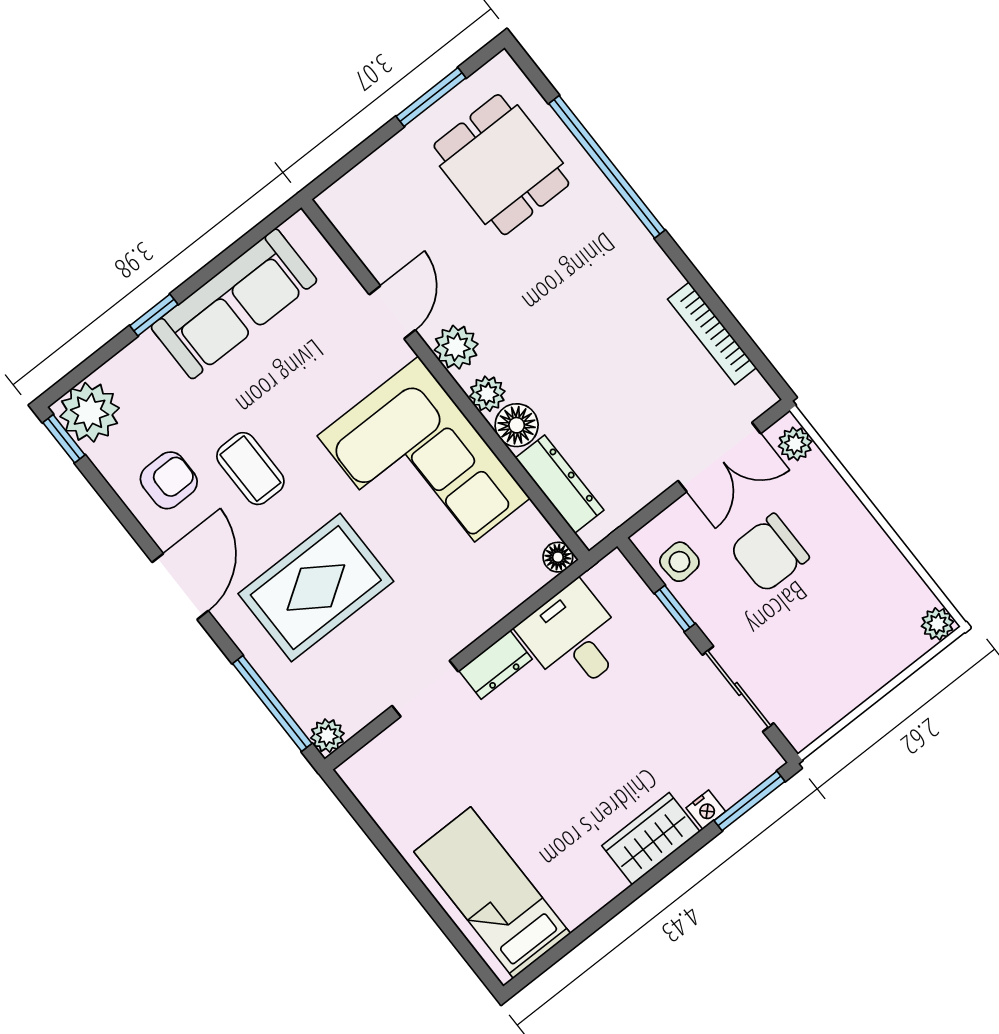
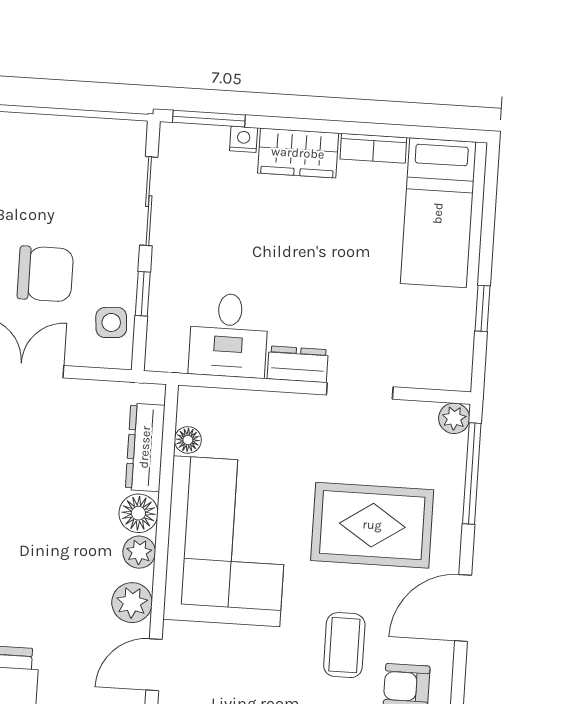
floor lamp: (558, 557) -> (188, 440), moved
window: (385, 847) -> (483, 308), added
bookcase: (593, 898) -> (373, 148), added

